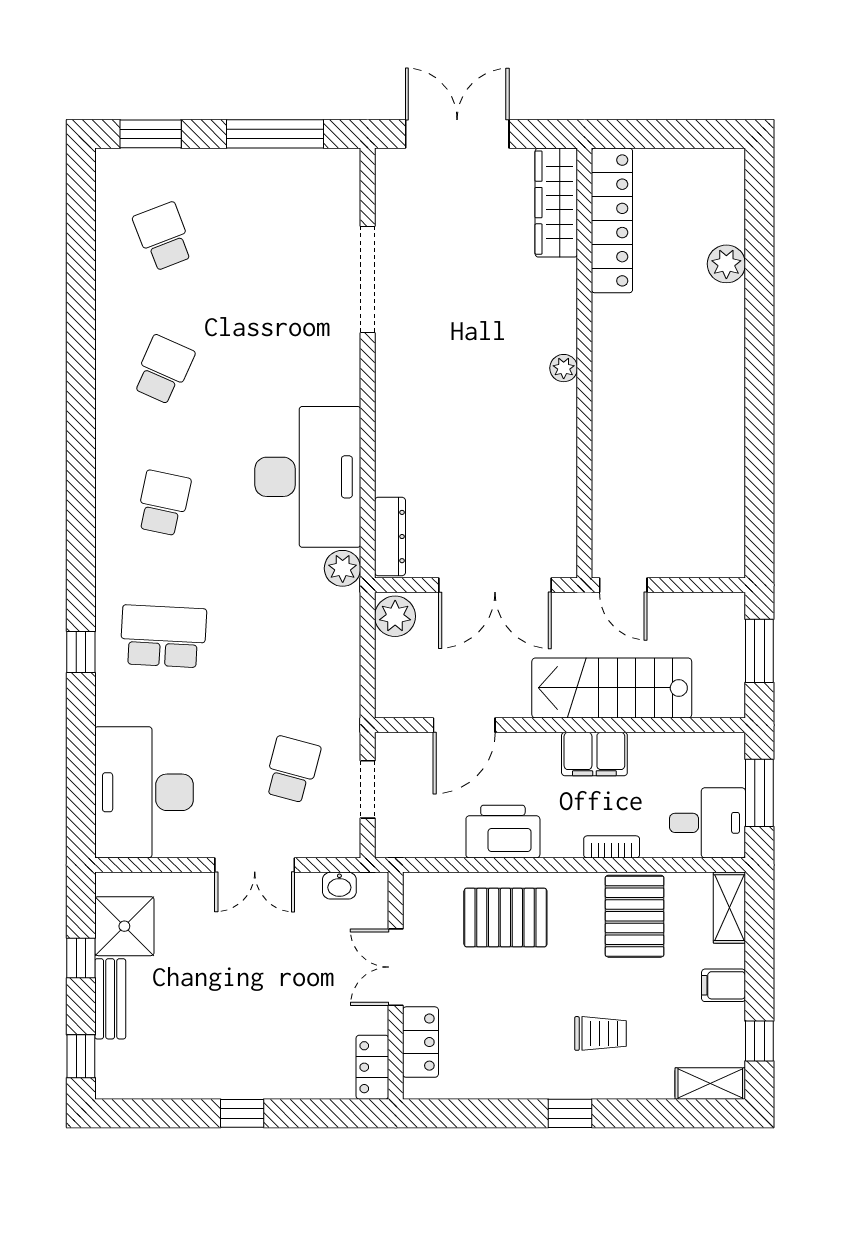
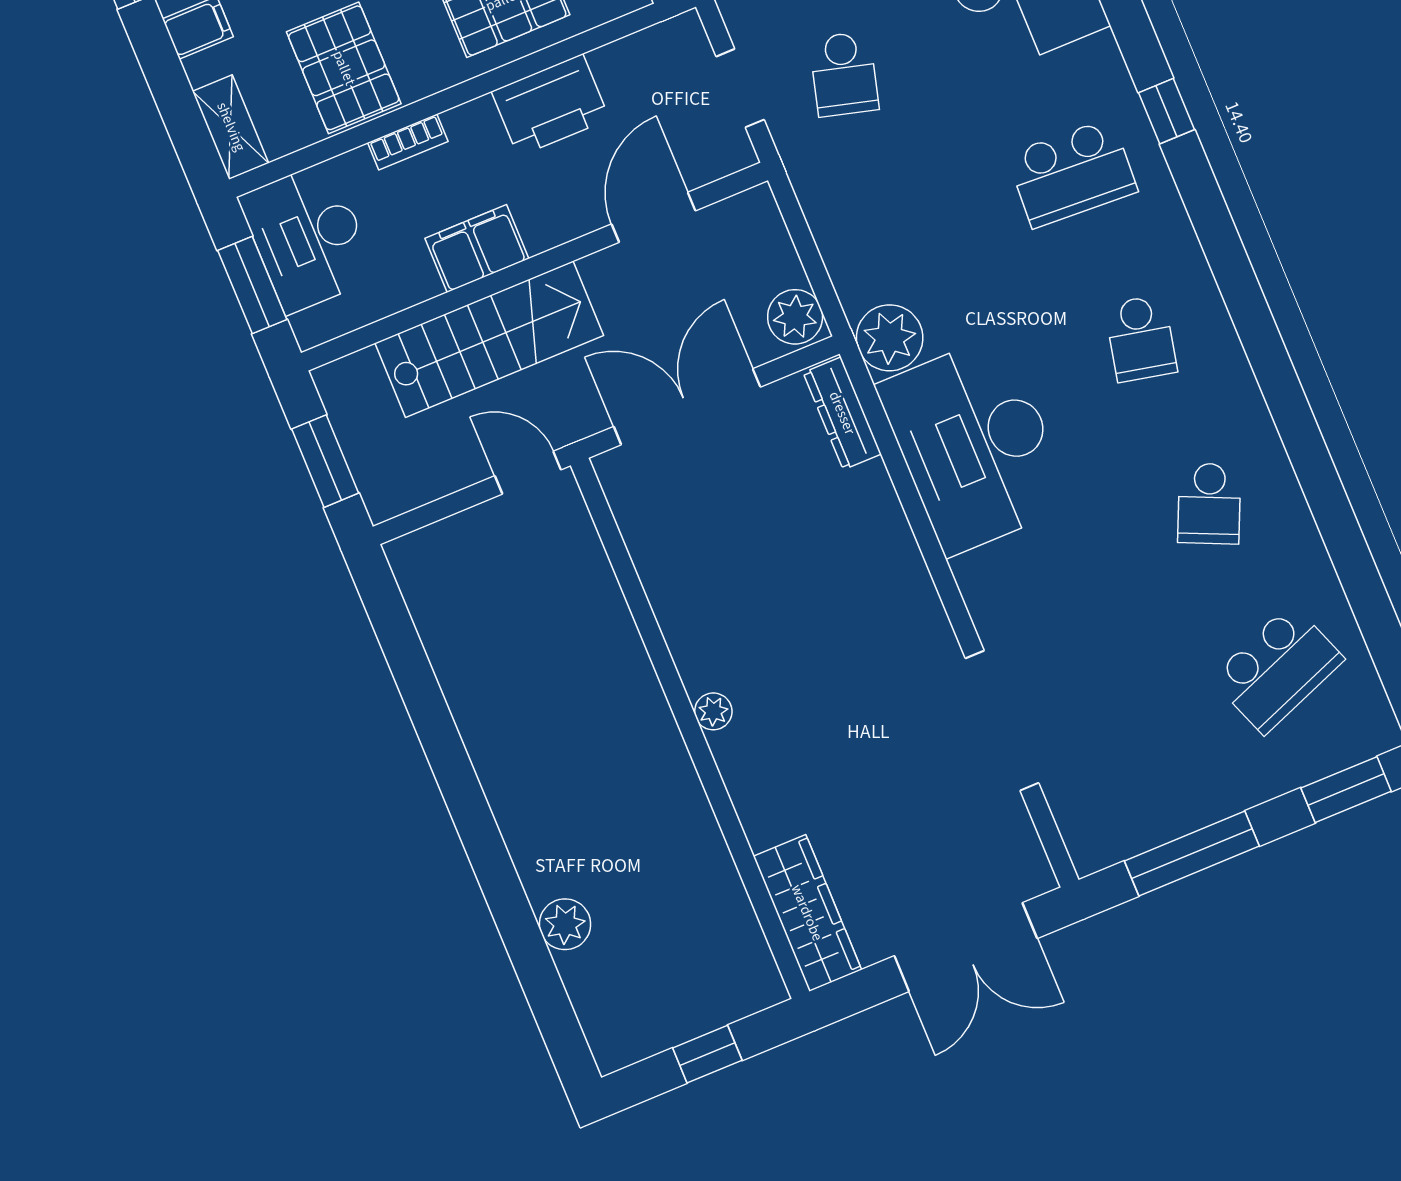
window: (665, 134) -> (707, 1054), added
locker: (612, 220) -> (729, 919), removed
school desk: (163, 237) -> (1278, 669), width x1.85
plant: (343, 568) -> (890, 338), width x1.36, depth x1.36
desk: (707, 823) -> (308, 237), width x1.37

